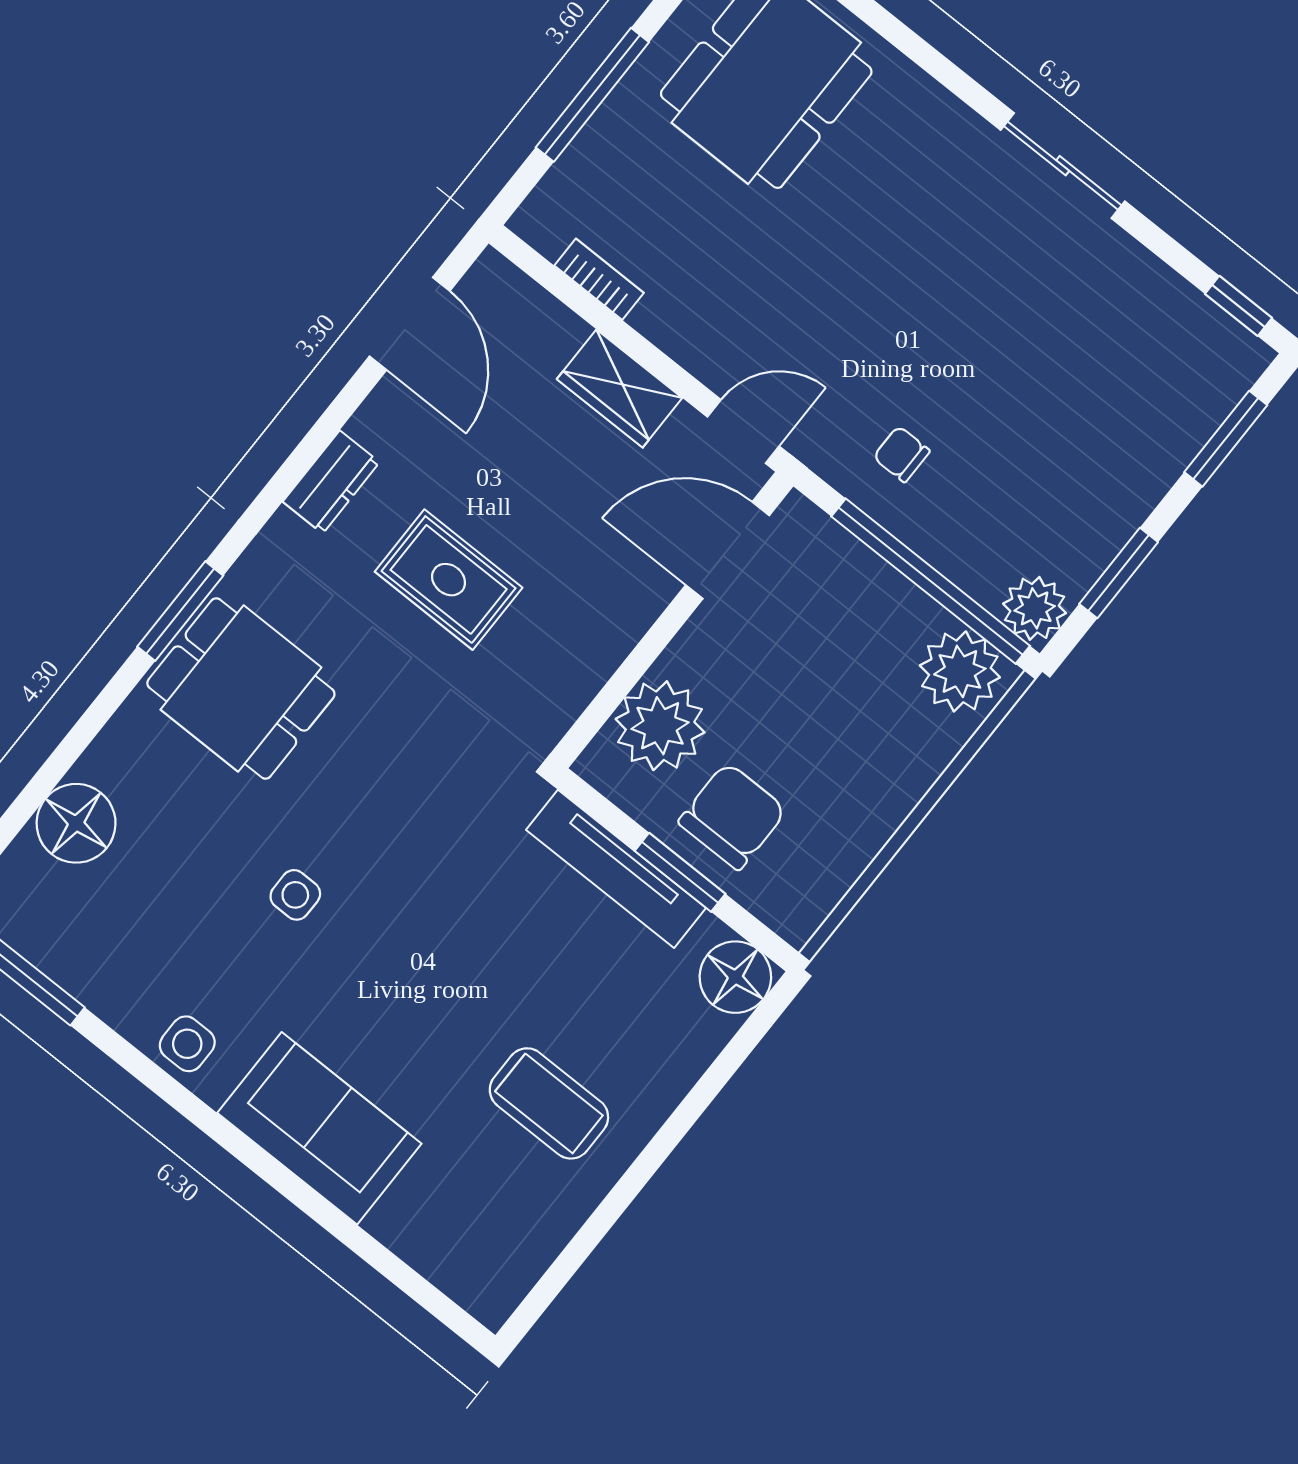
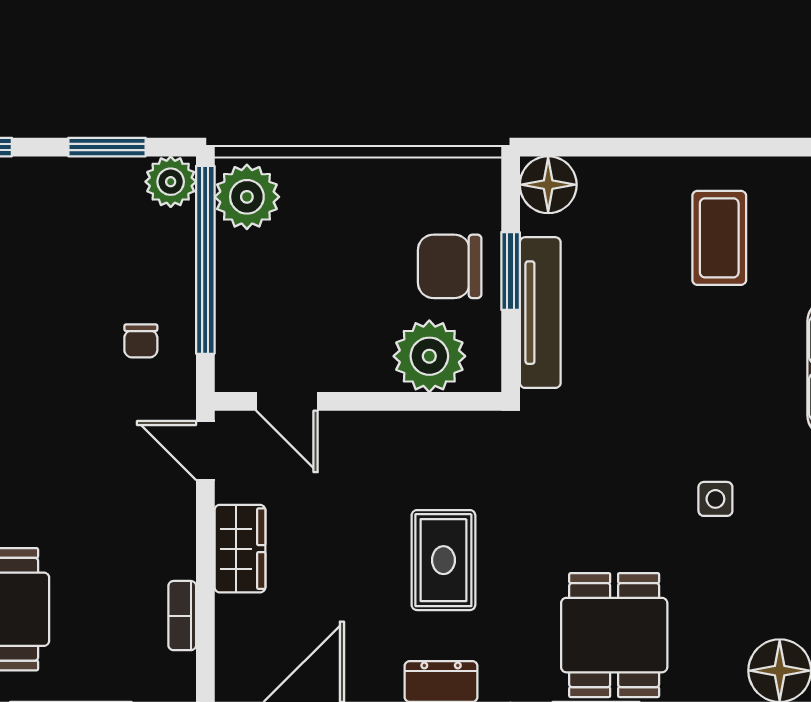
door: (727, 550) -> (287, 401), width x0.73

